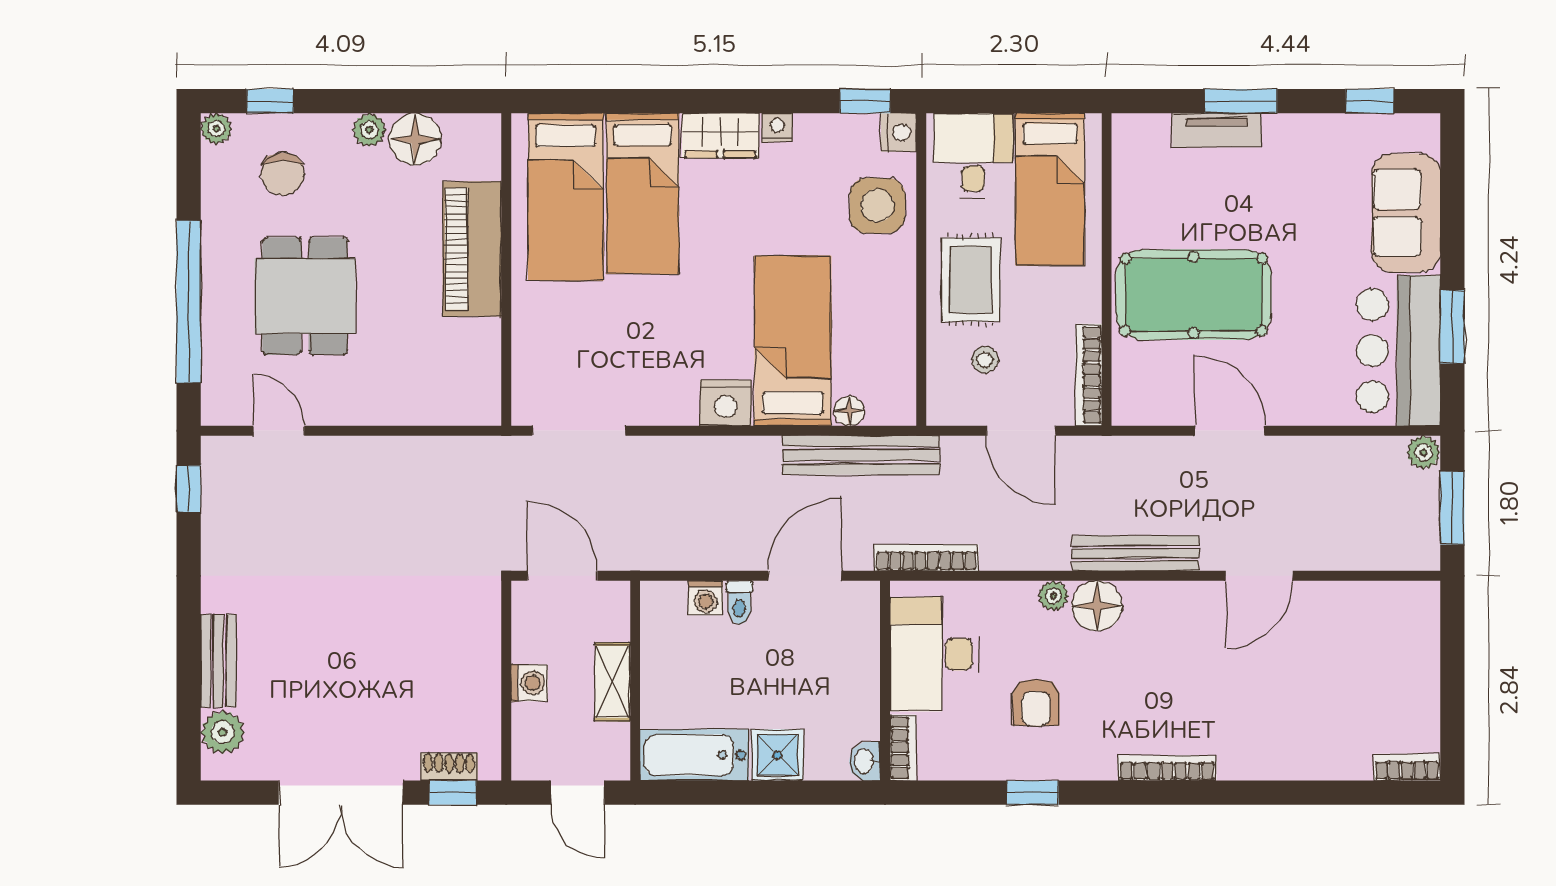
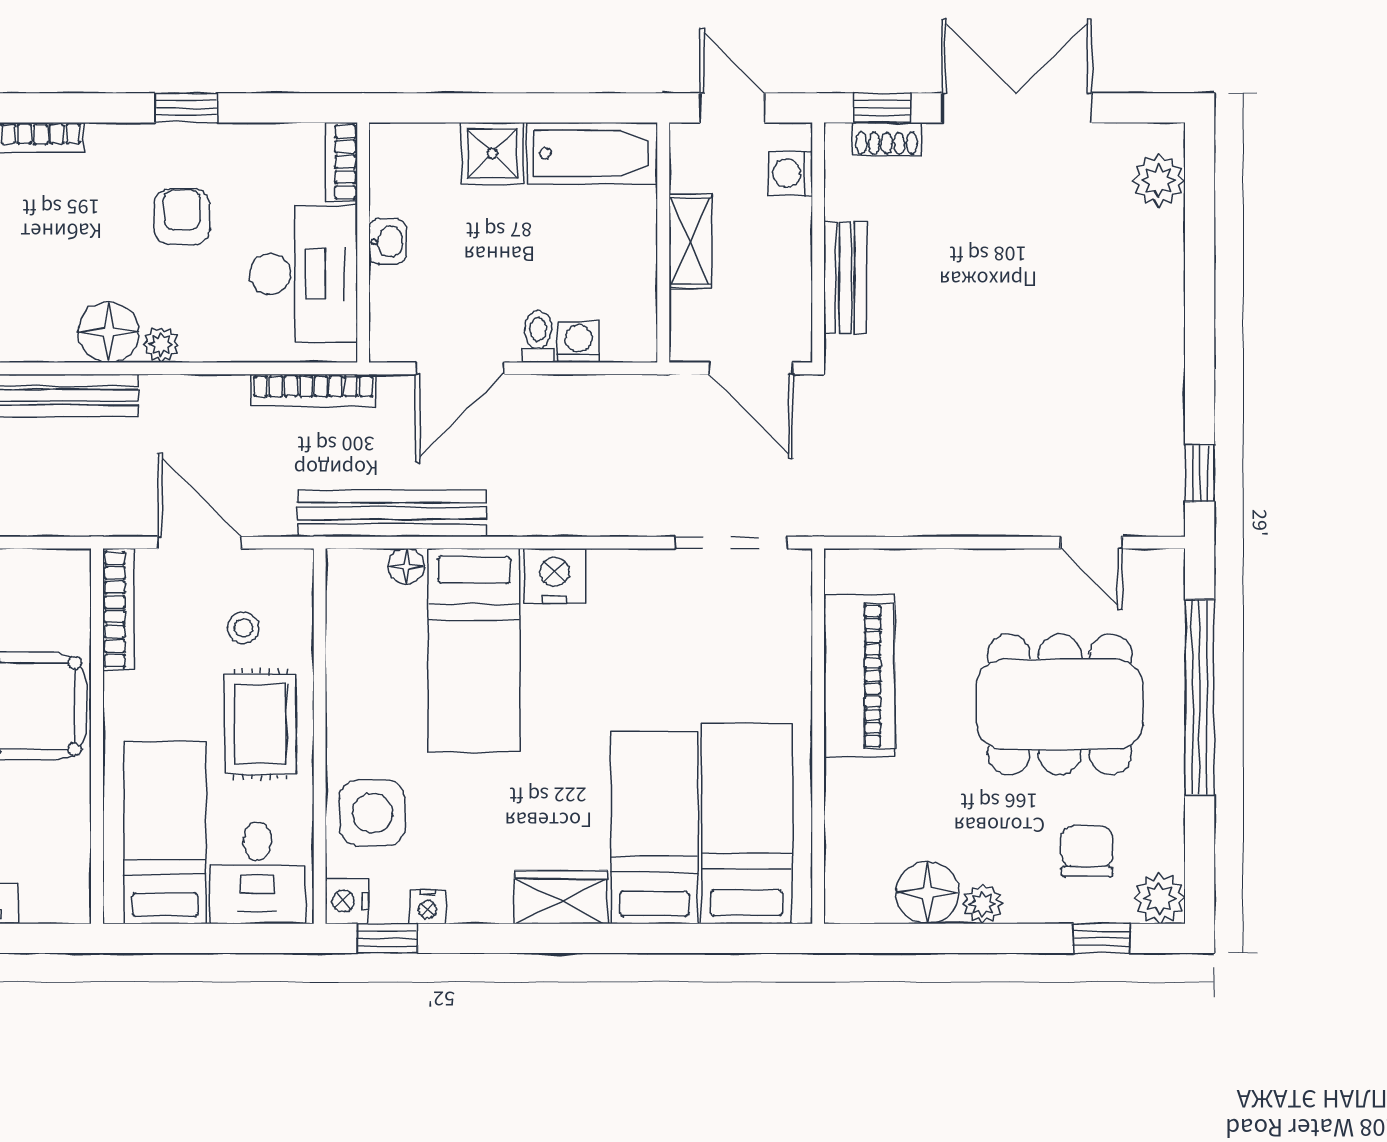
nightstand: (777, 127) -> (428, 907), moved
plant: (216, 129) -> (1159, 898), width x1.38, depth x1.38
piano: (472, 249) -> (859, 676), moved
dining table: (305, 296) -> (1060, 704), width x1.38
bench: (219, 661) -> (845, 278), moved
washing machine: (529, 683) -> (790, 173), moved
washbasin: (865, 761) -> (388, 242), moved

